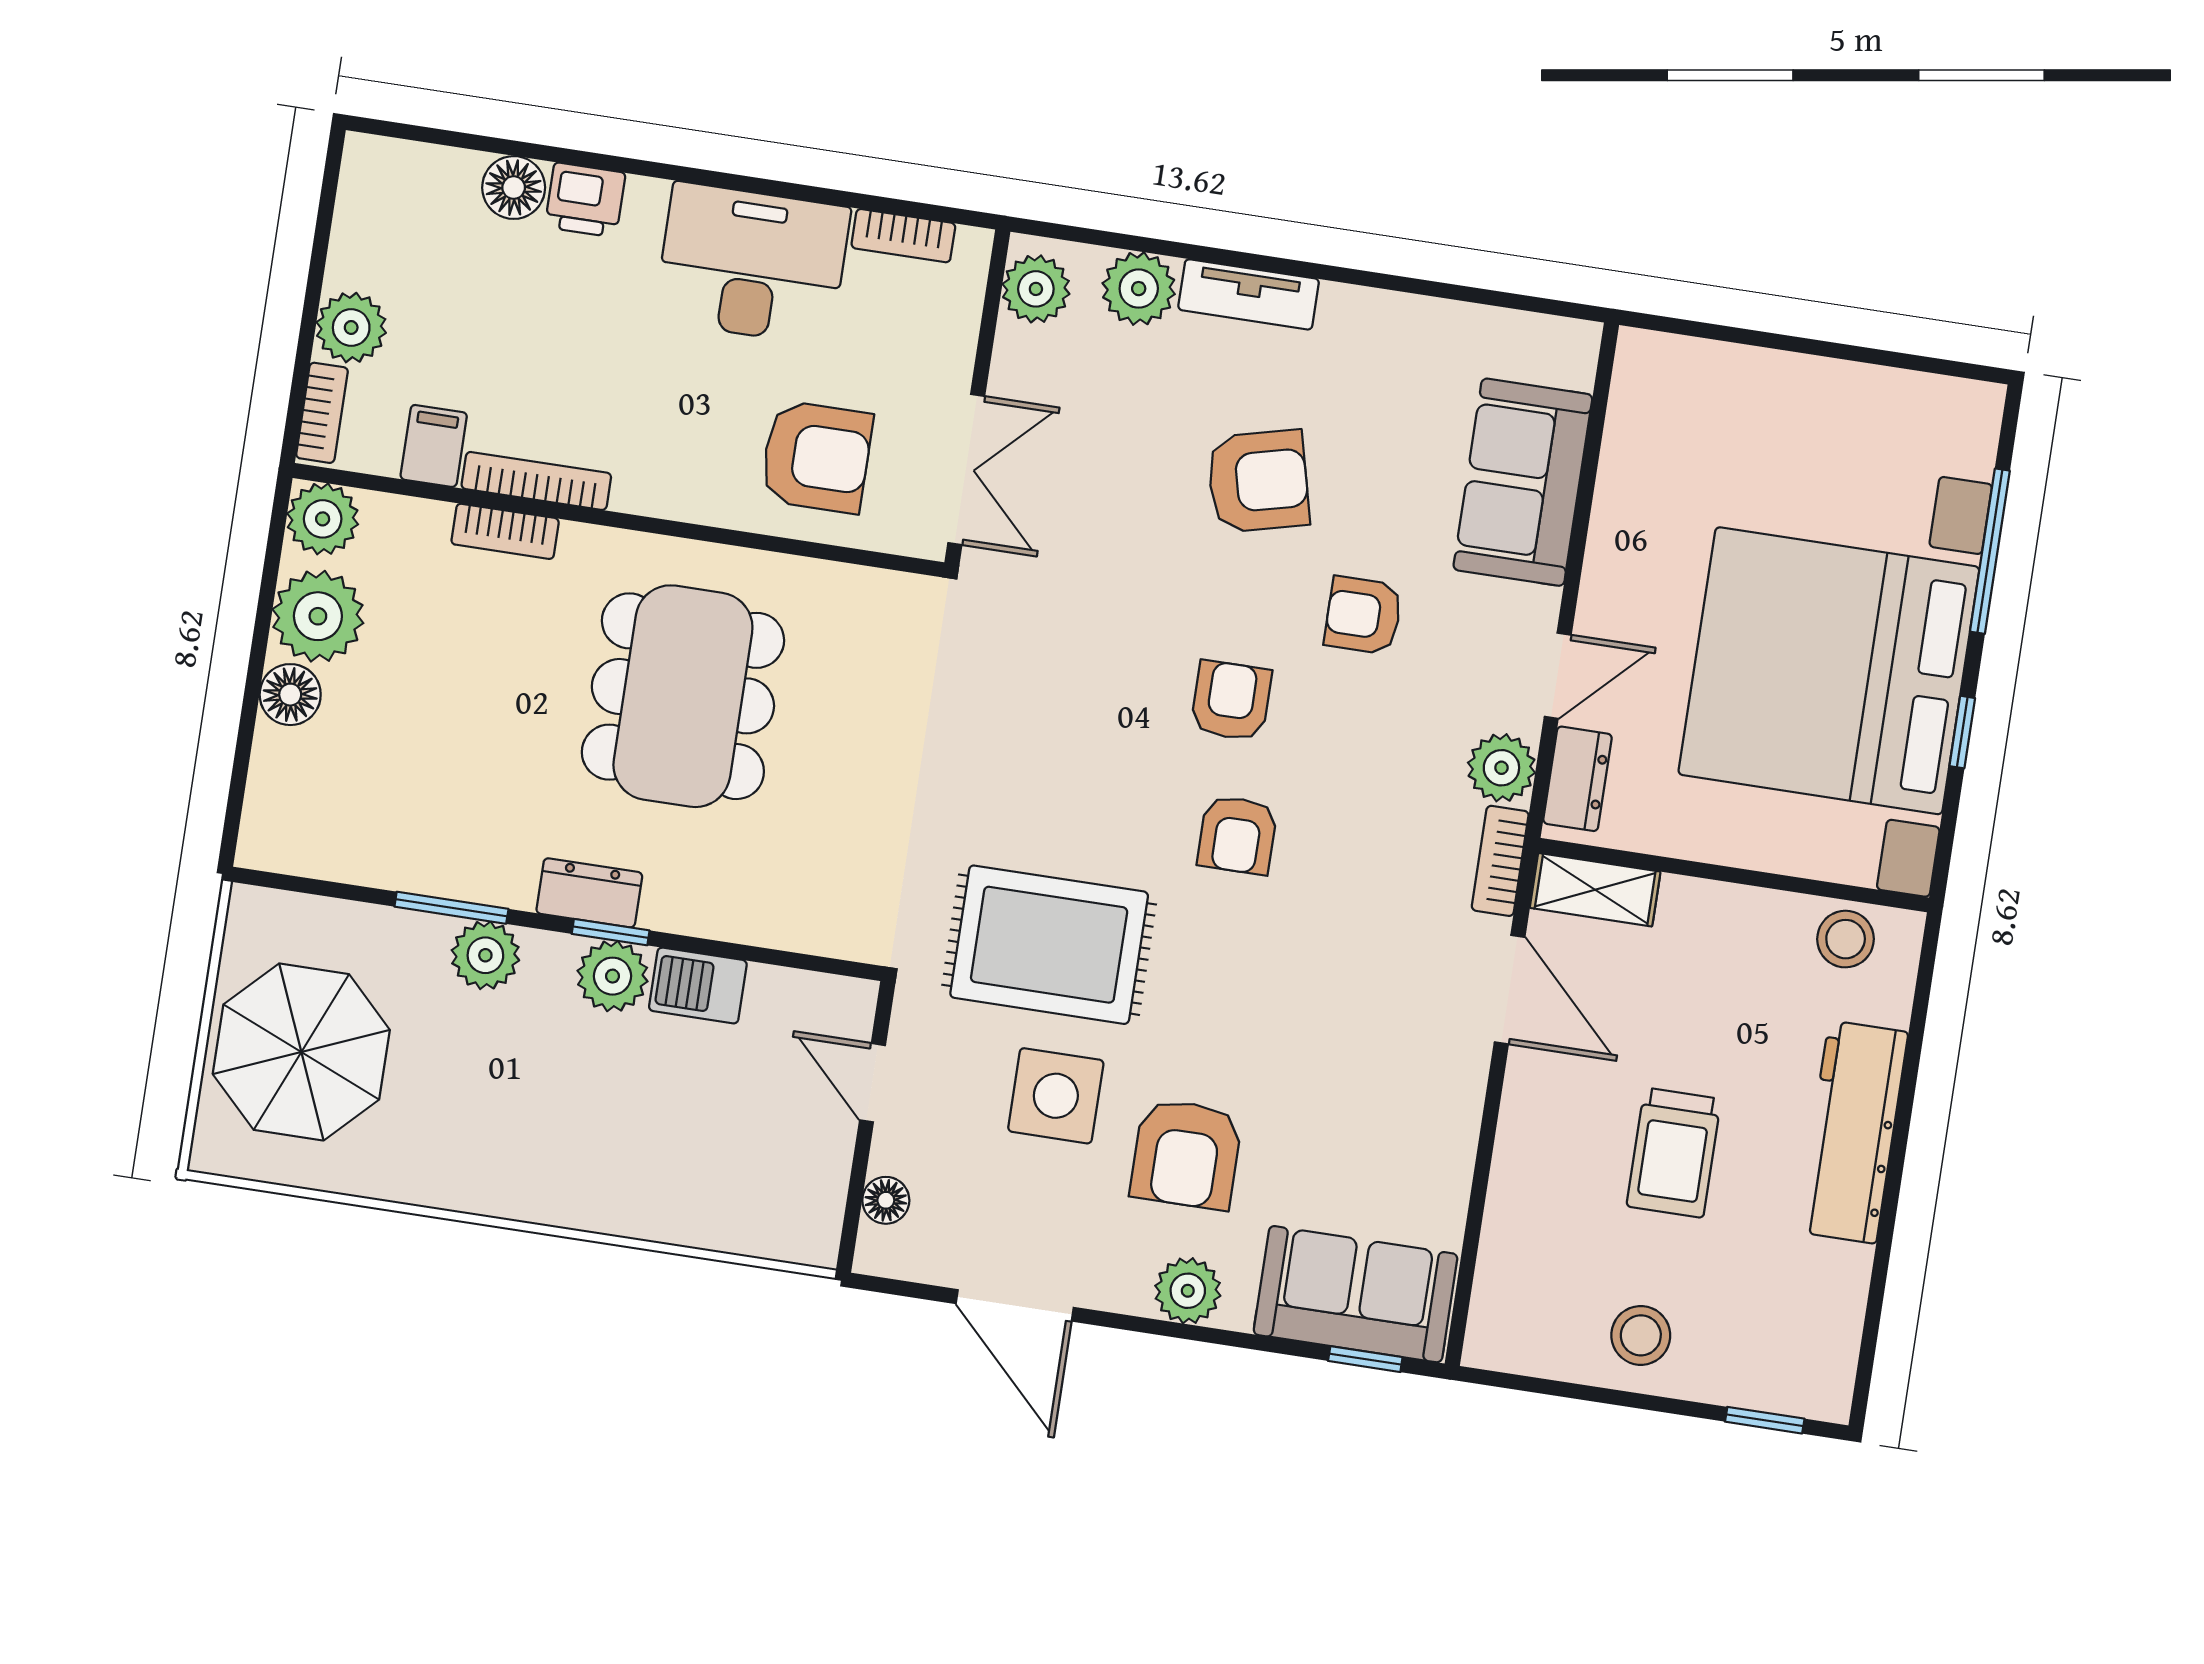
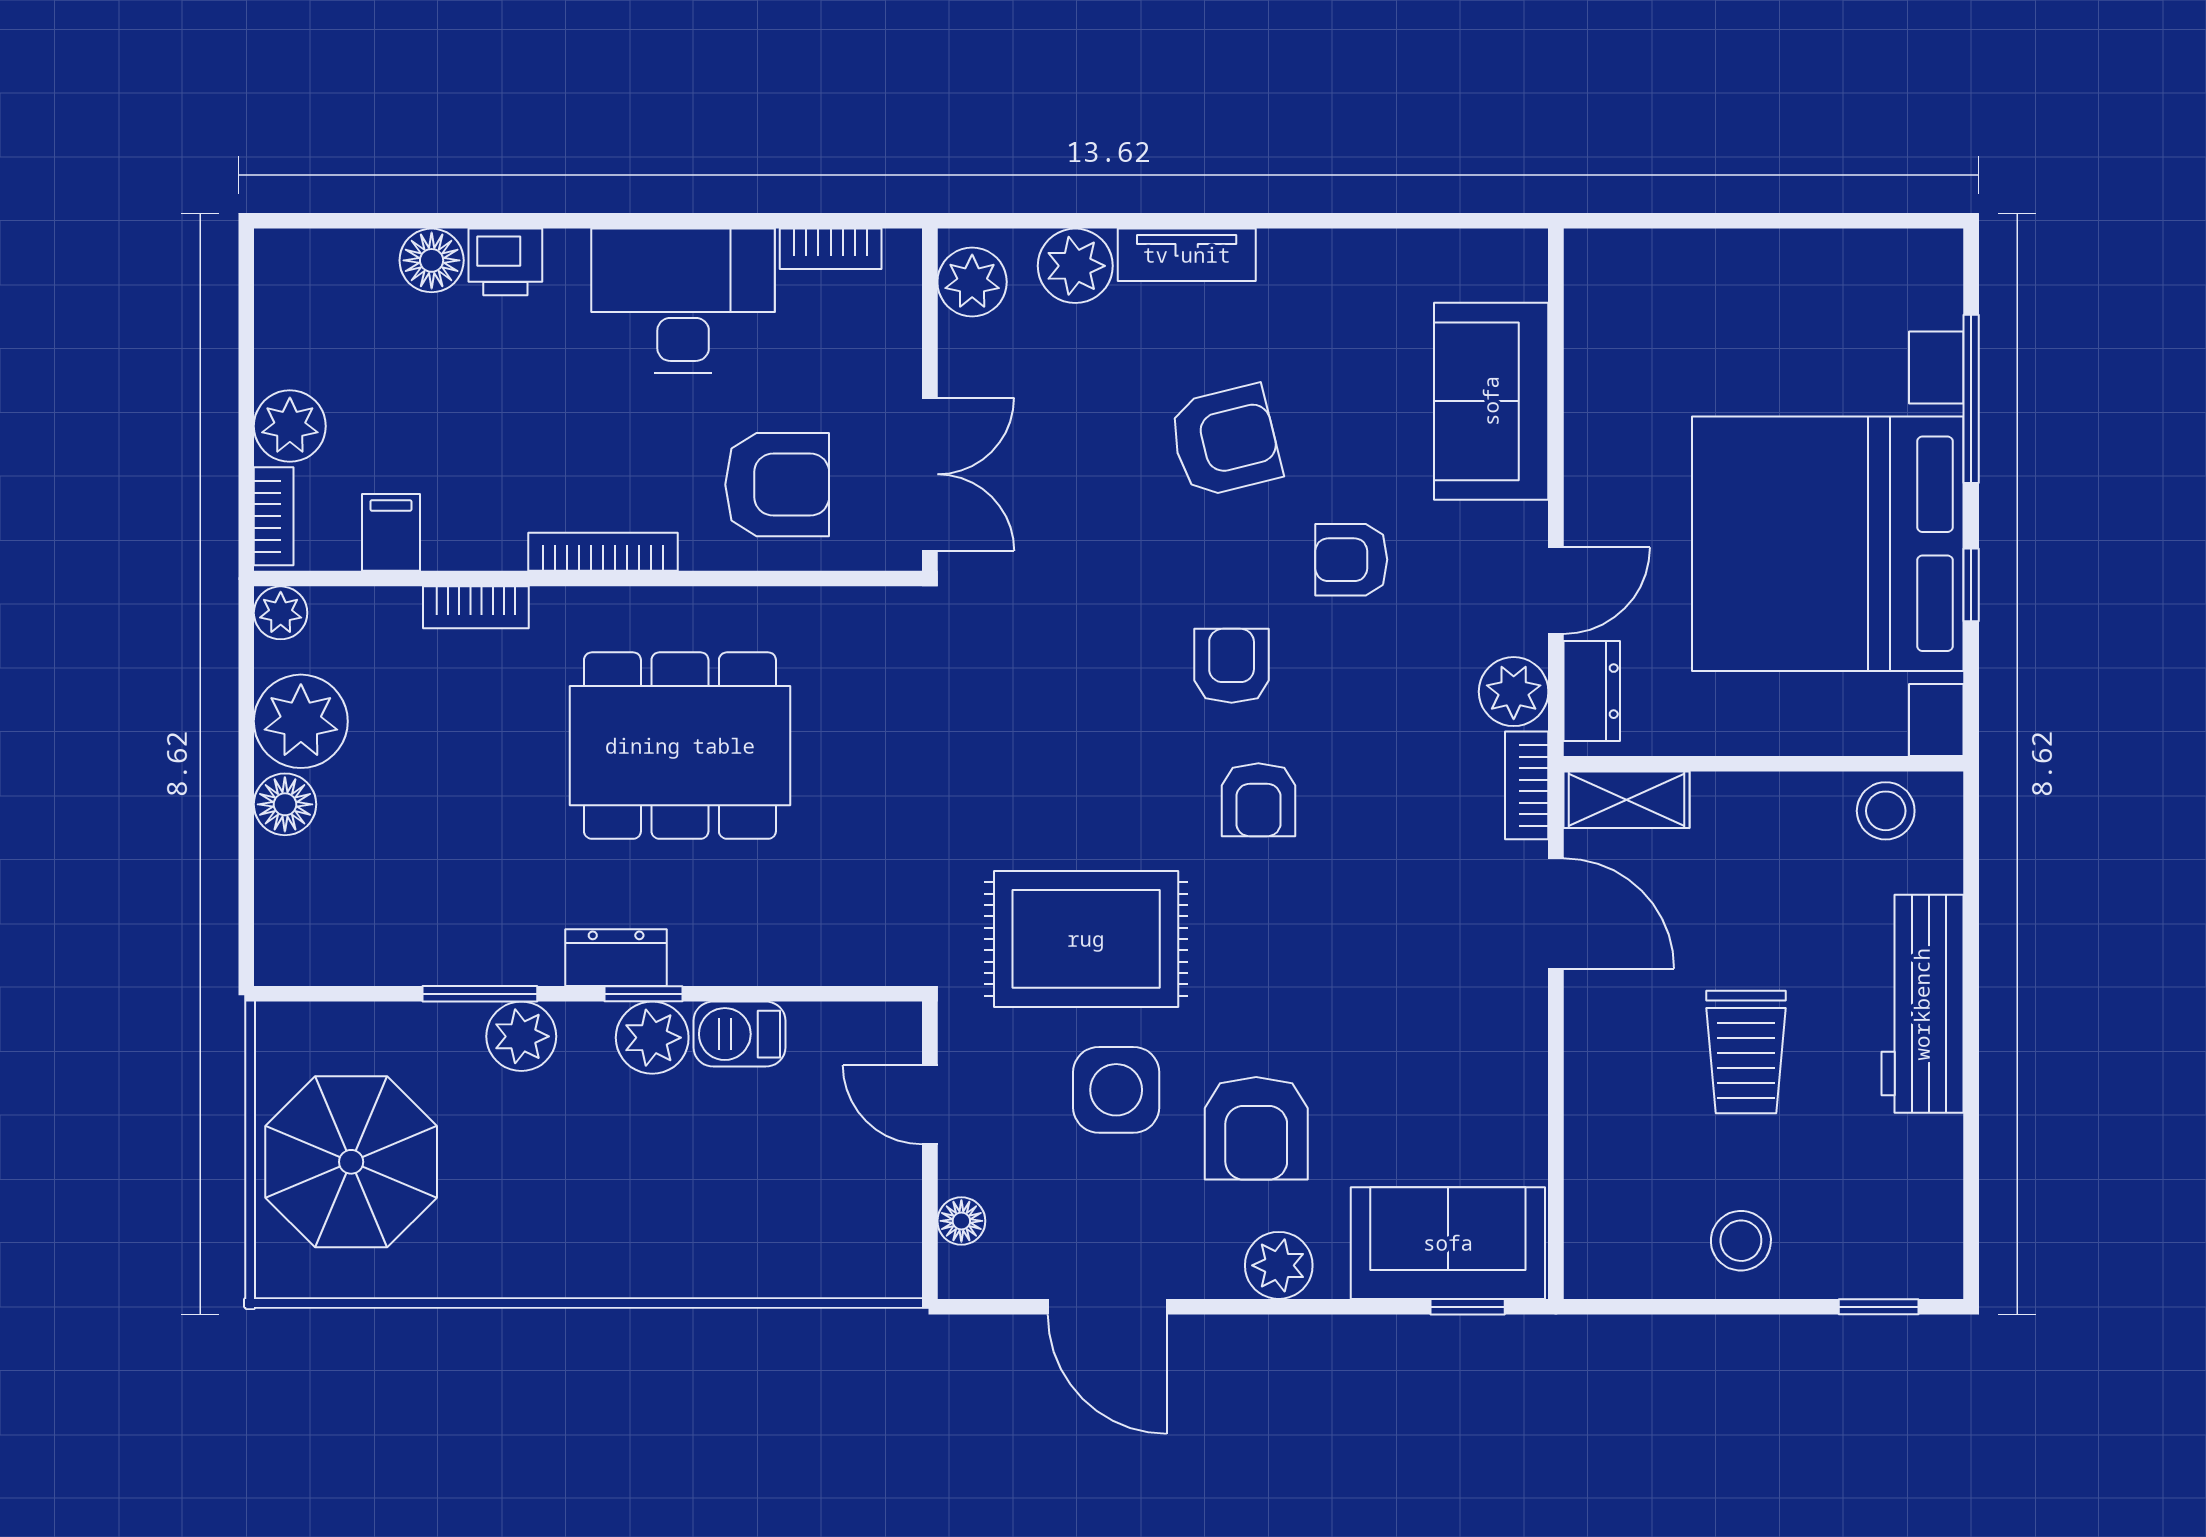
bookcase: (536, 481) -> (603, 552), moved
plant: (323, 519) -> (281, 613), width x0.73, depth x0.73
dining table: (683, 696) -> (680, 746), turned 90

